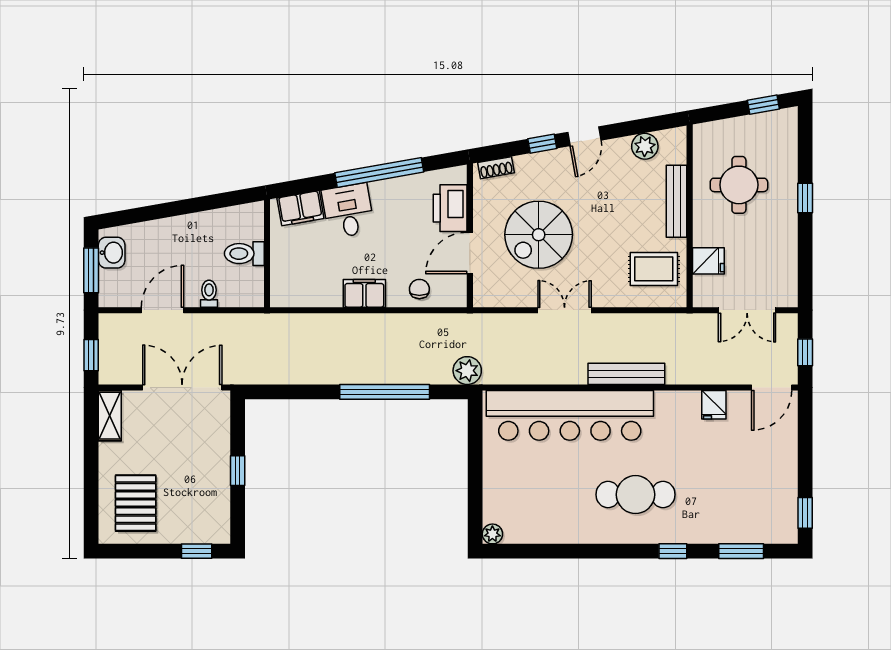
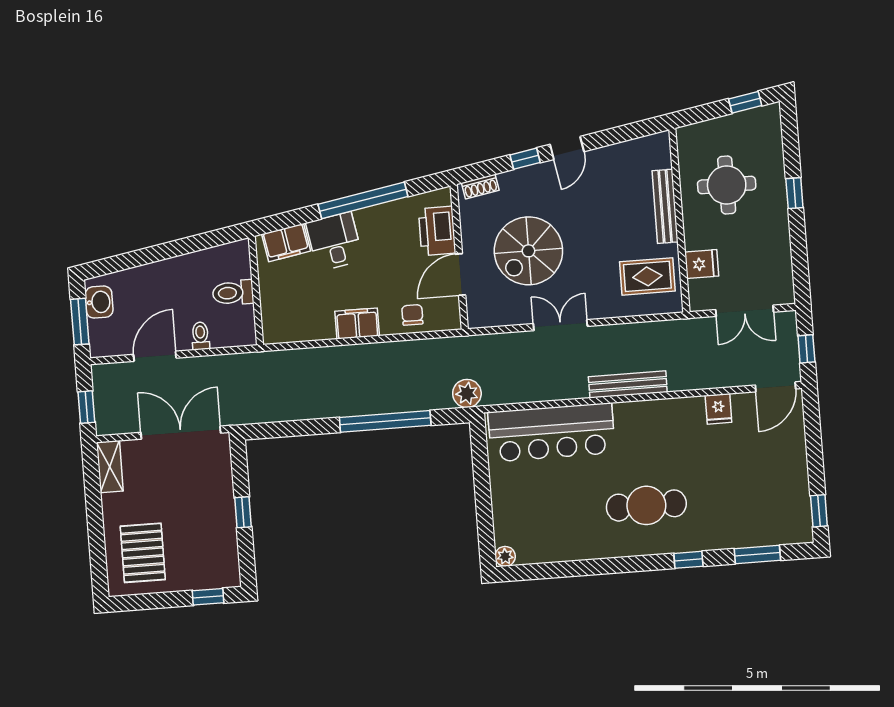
plant: (645, 146) -> (629, 153), removed
bar counter: (570, 415) -> (551, 432), width x0.73

